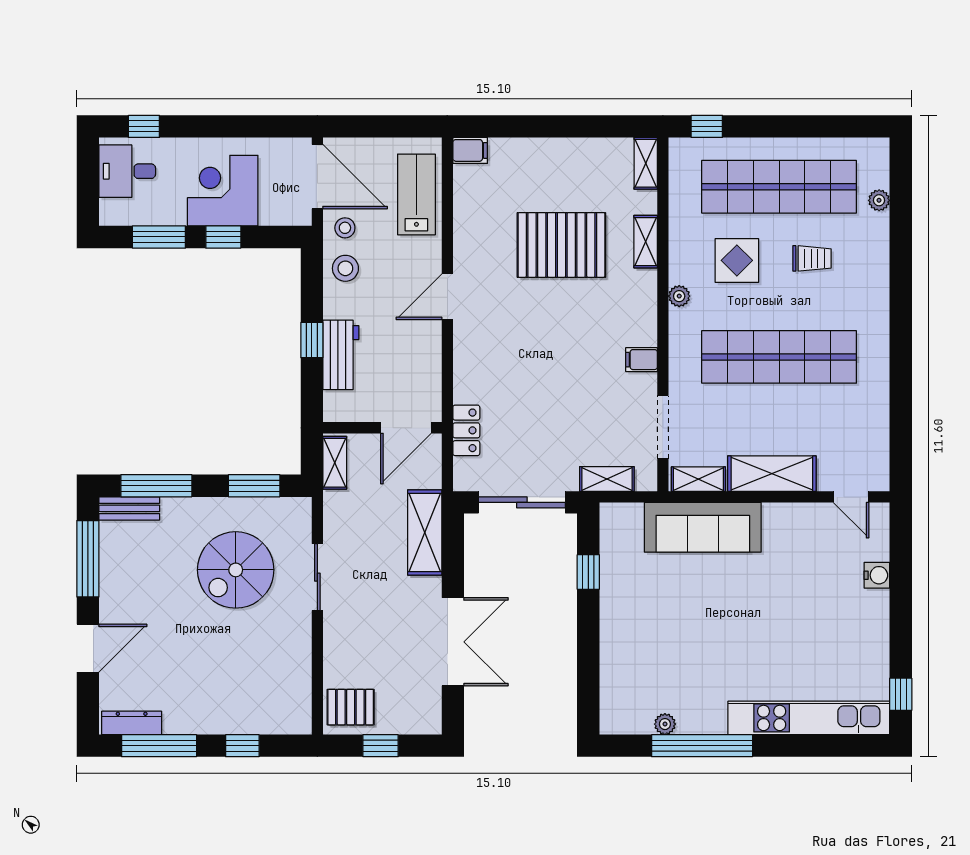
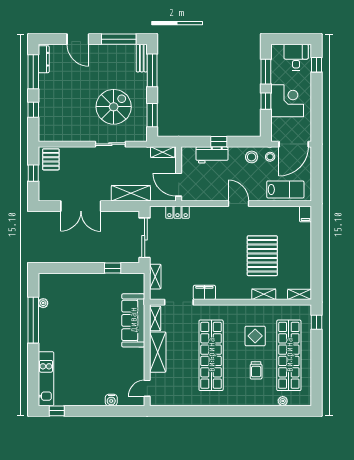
plant: (679, 296) -> (239, 310), removed
filing cabinet: (642, 360) -> (204, 292), width x2.00
spiral stairs: (236, 570) -> (114, 107), turned 90
kitchen unit: (809, 718) -> (46, 379), width x0.73

